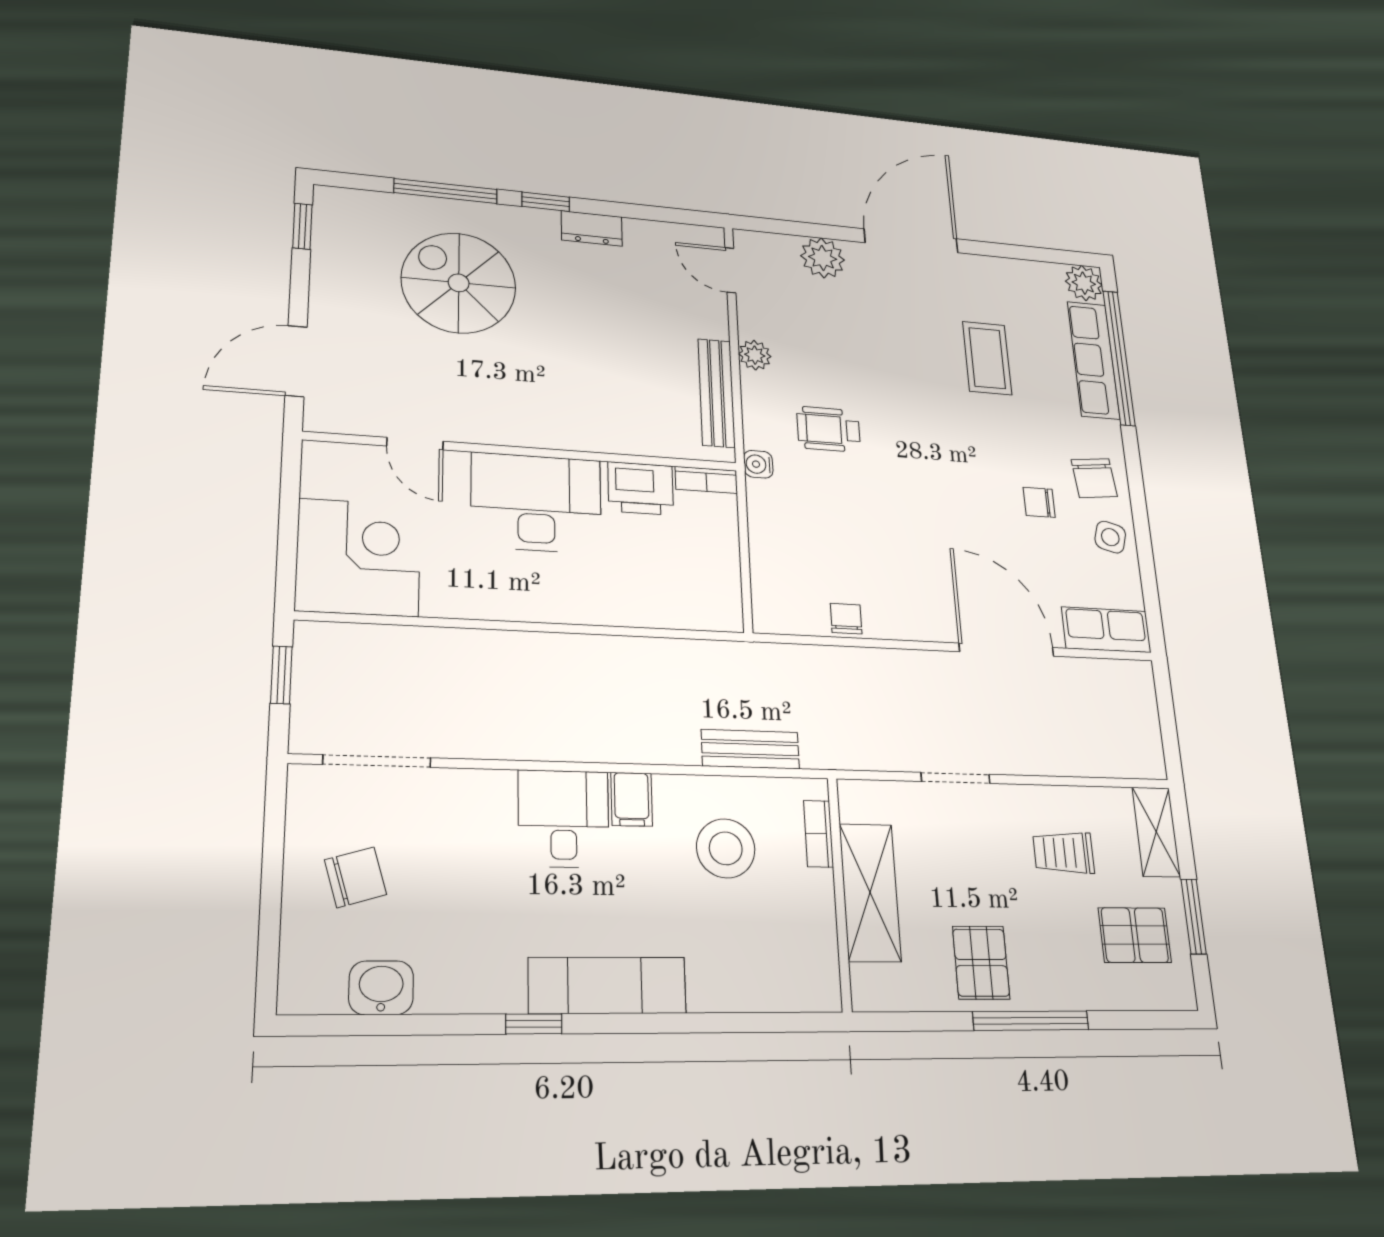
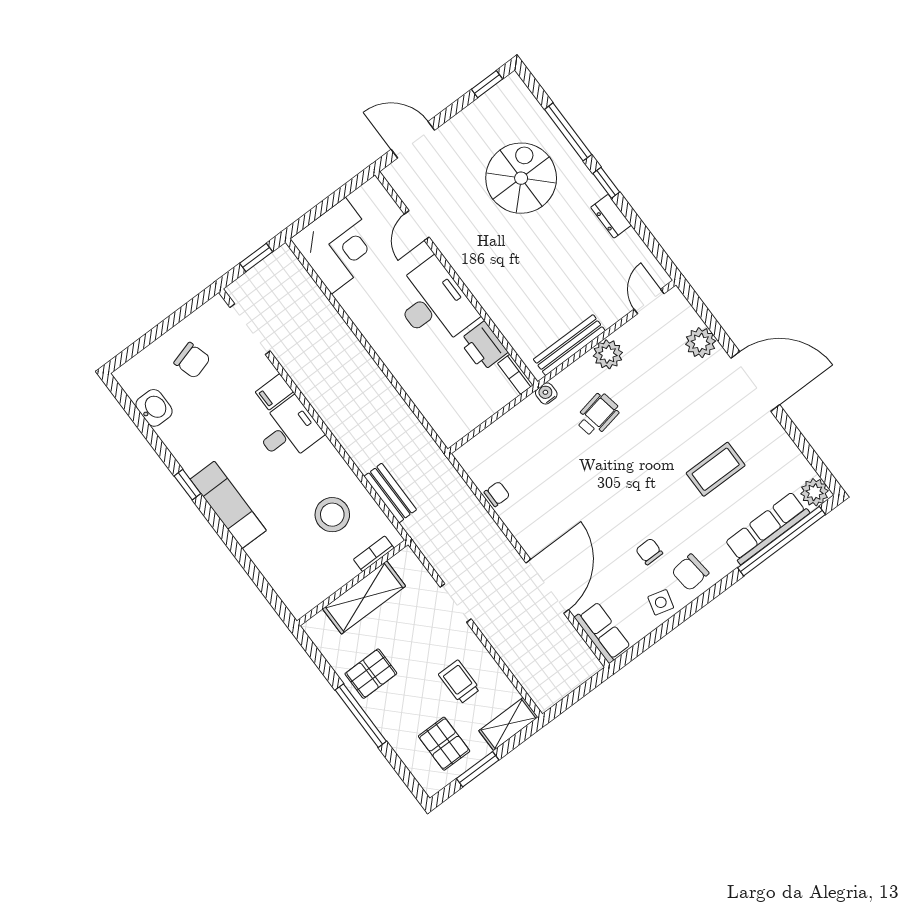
plant: (755, 355) -> (608, 354), width x1.38, depth x1.38
wheelchair: (829, 429) -> (598, 415), turned 79
filing cabinet: (632, 799) -> (274, 392), moved

